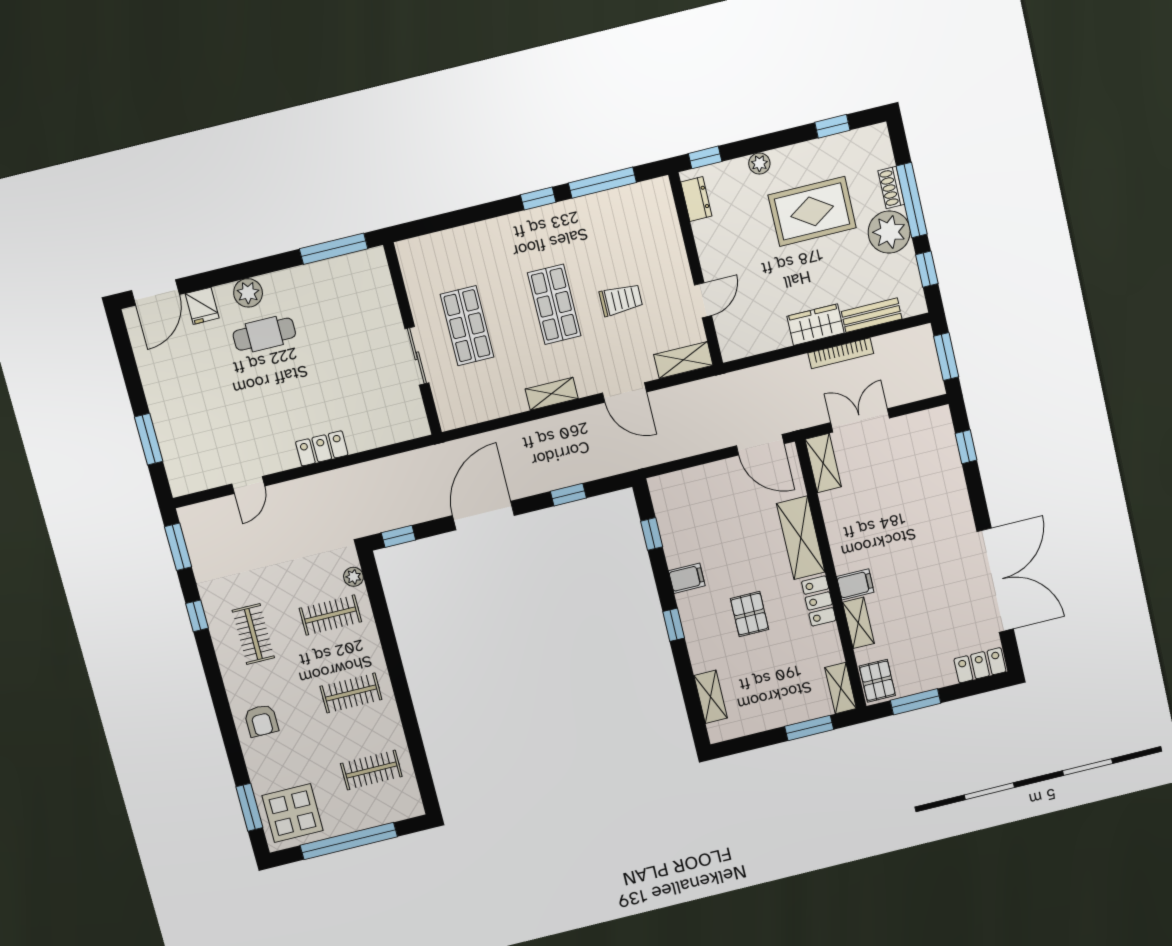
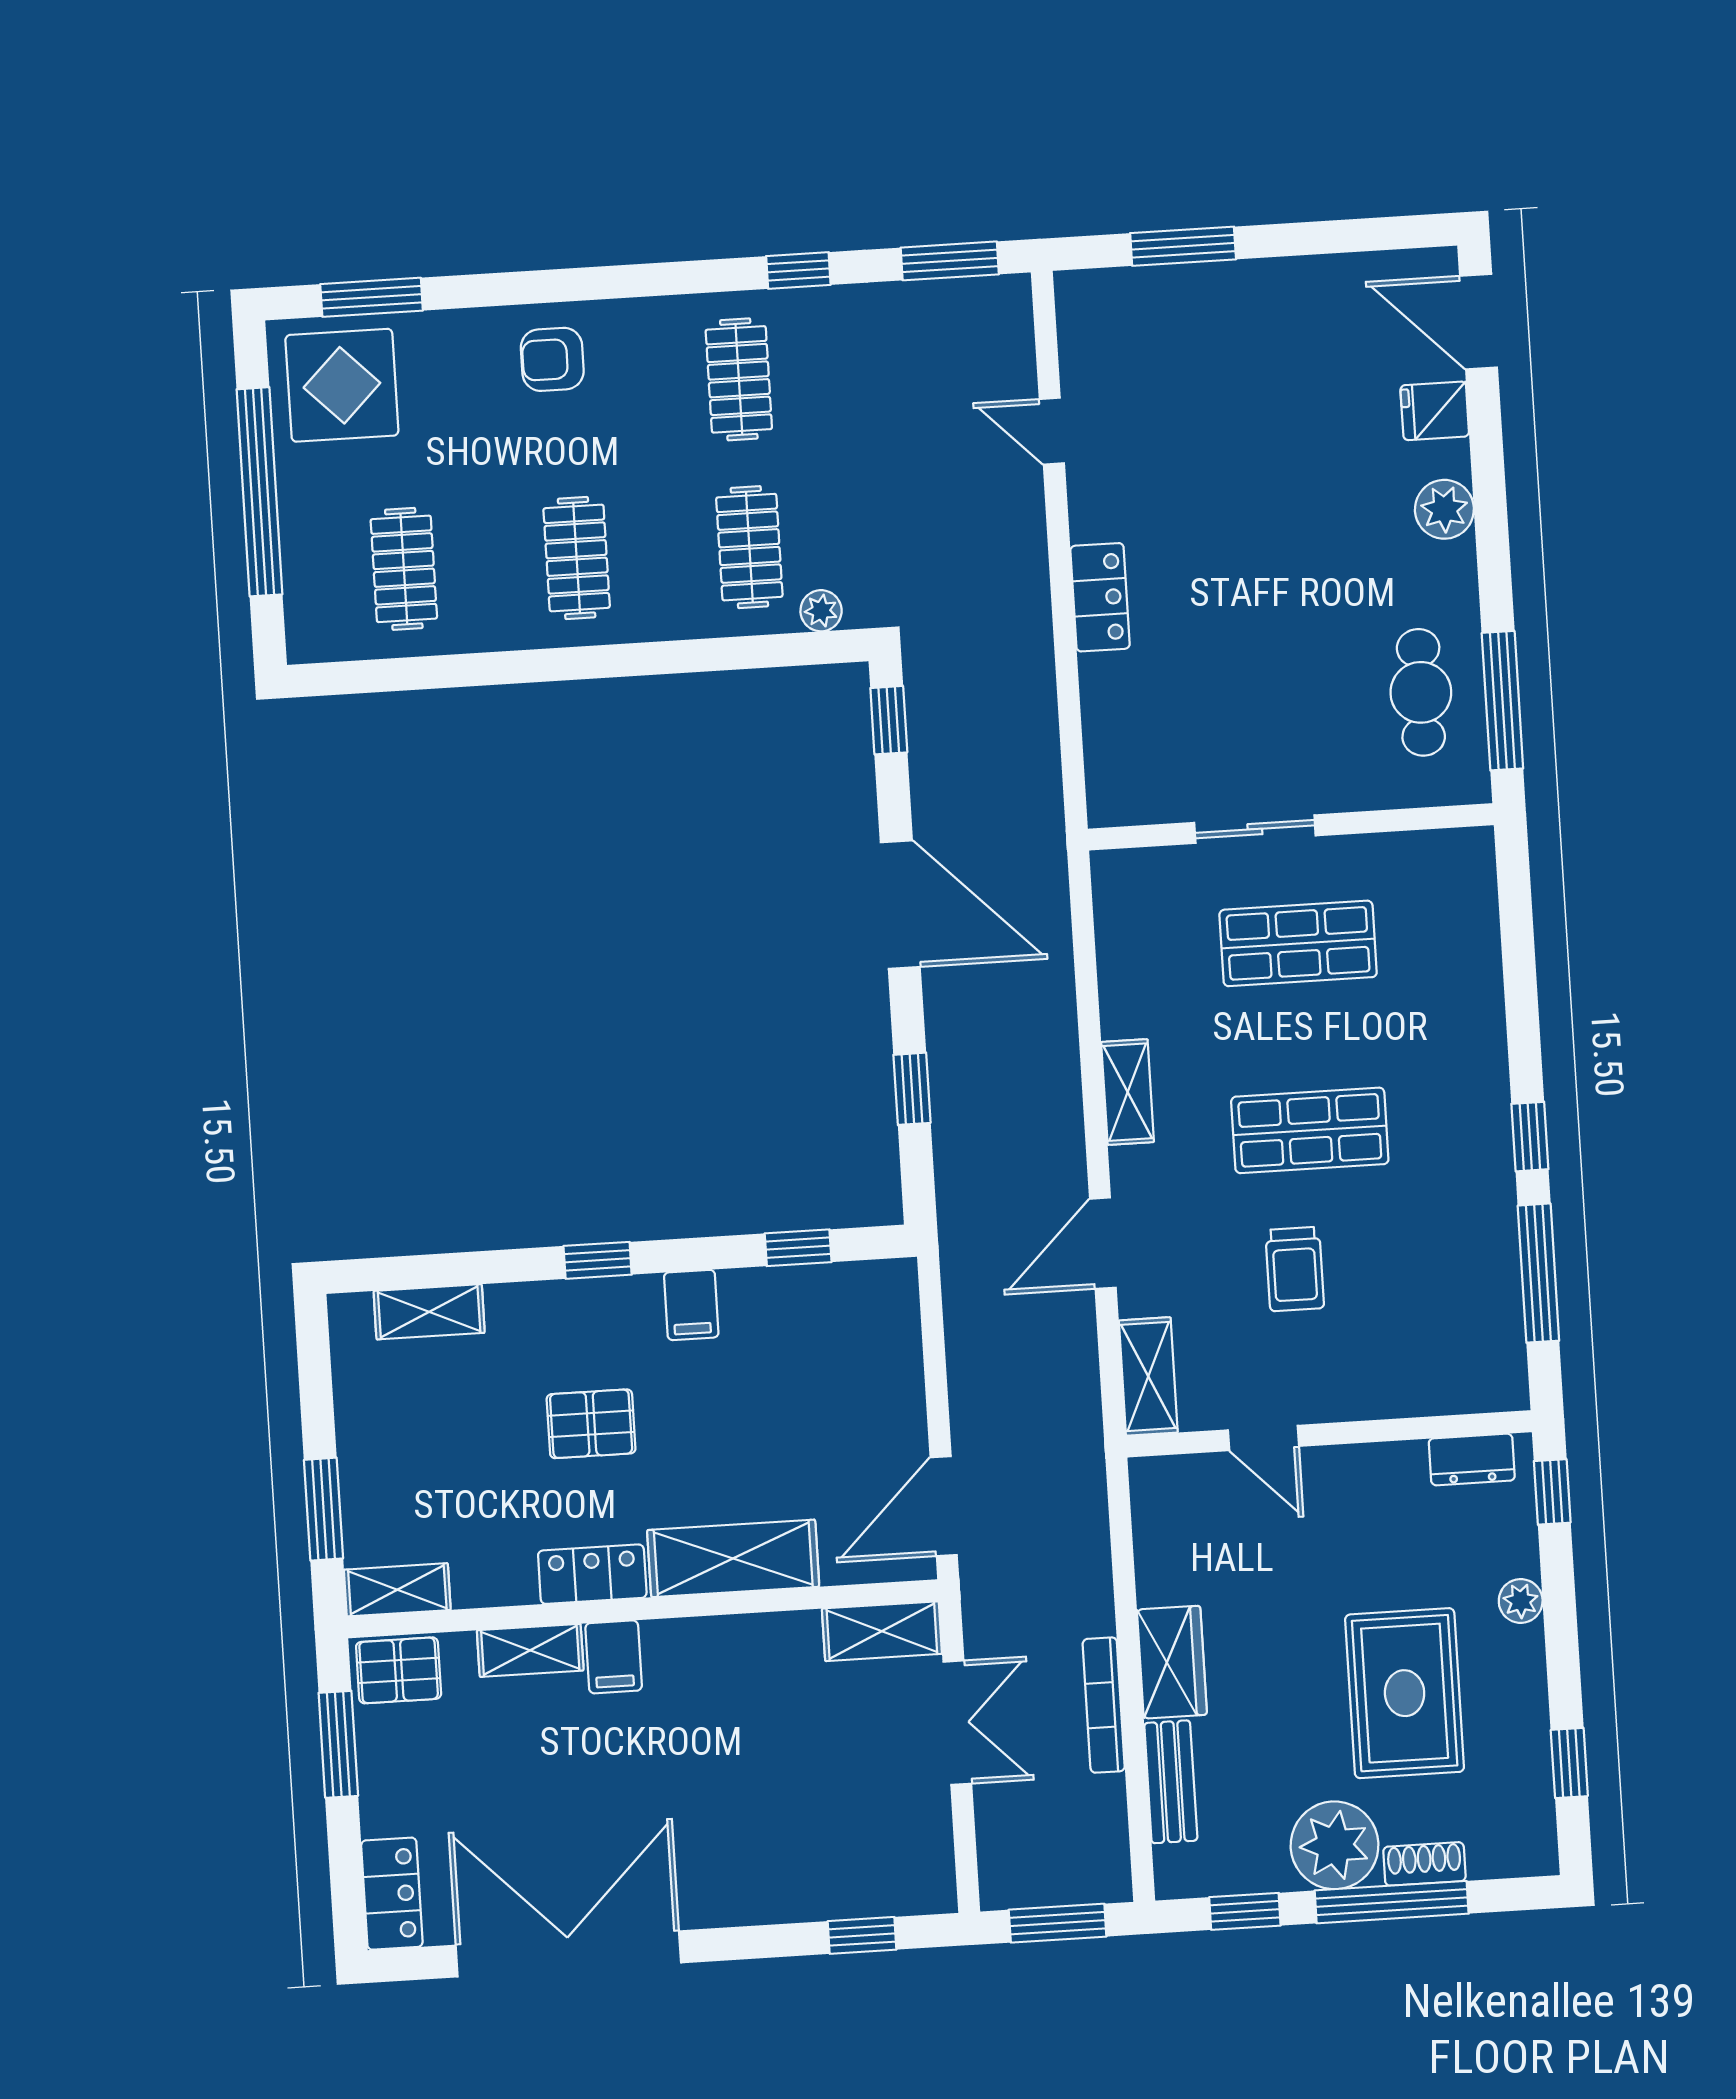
cafe table: (264, 334) -> (1421, 692), moved
double door: (995, 580) -> (568, 1954), swing flipped
clothes rail: (253, 634) -> (739, 379), turned 90

